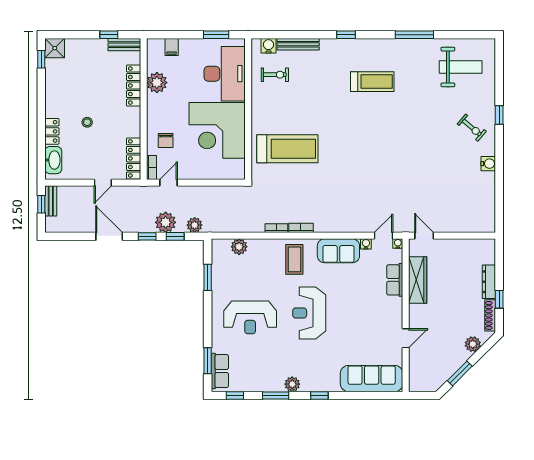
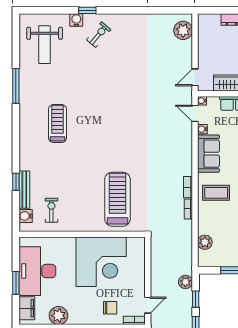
window: (216, 35) -> (16, 283), moved
window: (346, 35) -> (16, 182), moved
filing cabinet: (172, 47) -> (27, 308), width x2.00
weight bench: (461, 67) -> (45, 45), turned 180
desk: (225, 74) -> (37, 271), moved, turned -90
water cooler: (488, 164) -> (76, 20), moved
door: (168, 183) -> (148, 305), swing flipped
plant: (166, 222) -> (183, 30), moved

